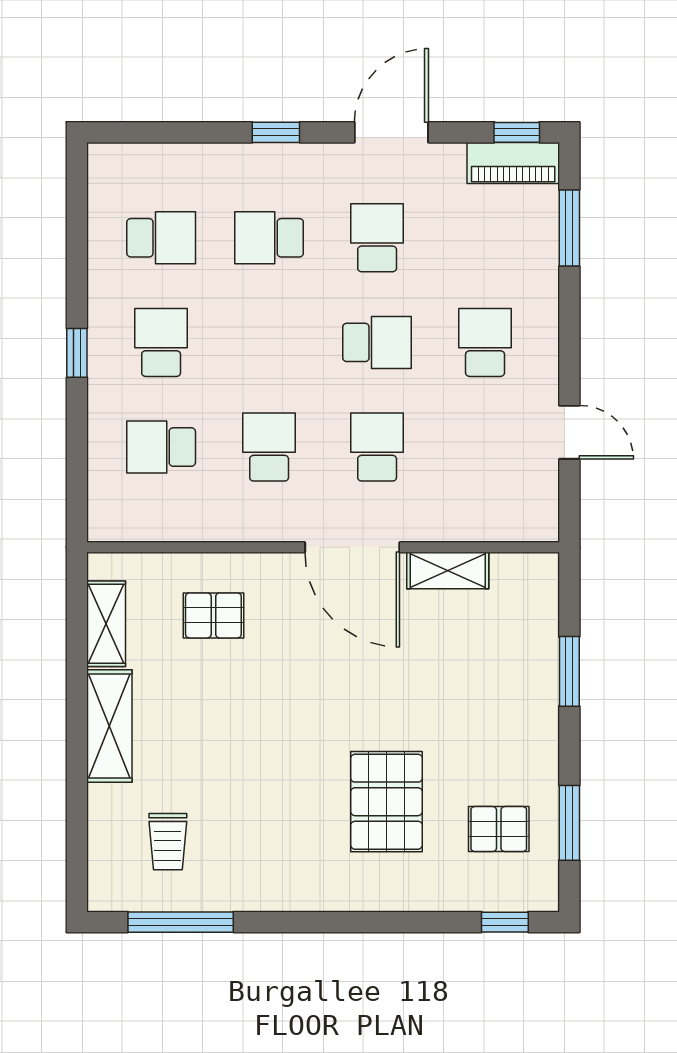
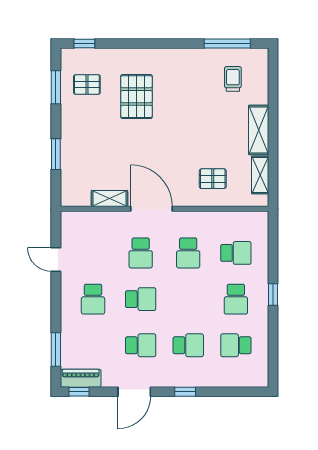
school desk: (377, 238) -> (141, 345), turned -90
school desk: (377, 342) -> (141, 299), turned 180

